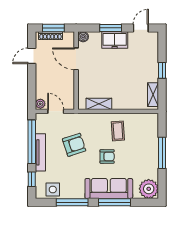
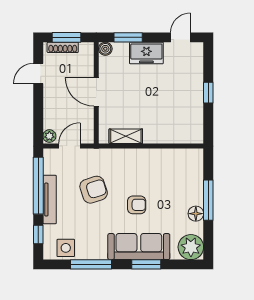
window: (111, 28) -> (128, 37), moved
door: (76, 59) -> (96, 92), moved
shelving: (153, 95) -> (197, 124), removed
door: (56, 111) -> (70, 146), hinge flipped
coffee table: (118, 131) -> (151, 172), removed
floor lamp: (153, 163) -> (196, 214), added
window: (115, 202) -> (146, 264), width x0.69

